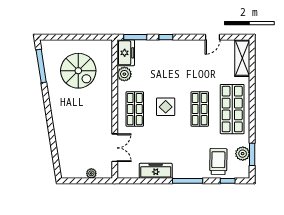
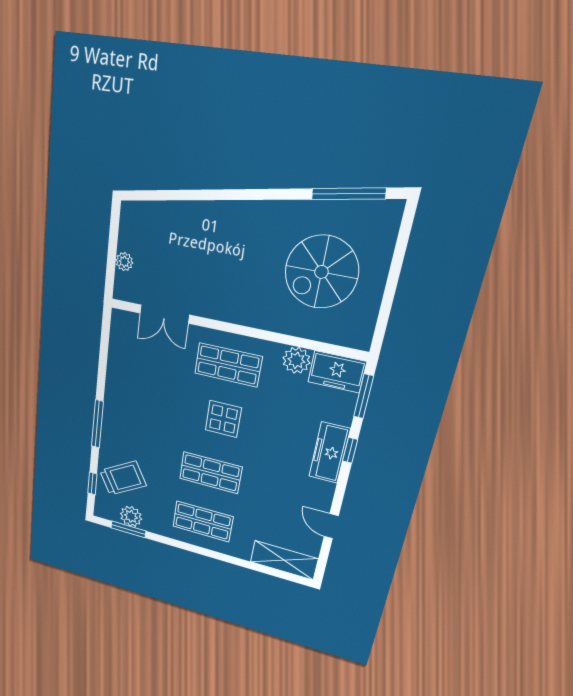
shop shelf: (232, 109) -> (203, 521), width x0.70, depth x0.74
trolley: (218, 161) -> (123, 478), turned -31
freezer: (156, 171) -> (329, 453), moved, turned 180

